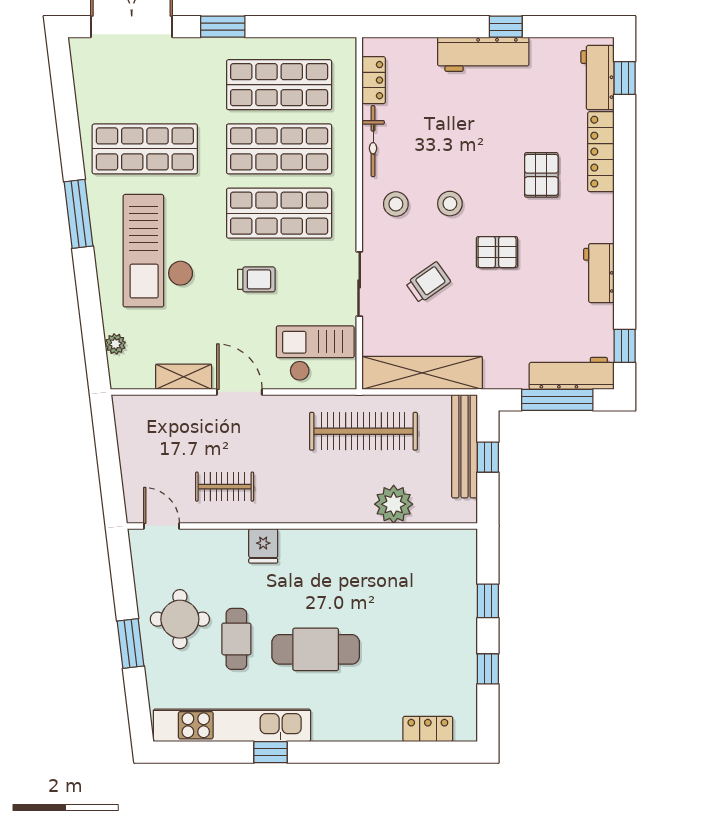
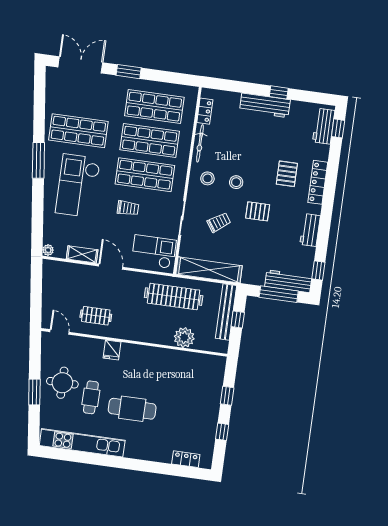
locker: (601, 152) -> (318, 182), moved
plant: (115, 344) -> (48, 250), moved
window: (270, 752) -> (101, 460), removed

